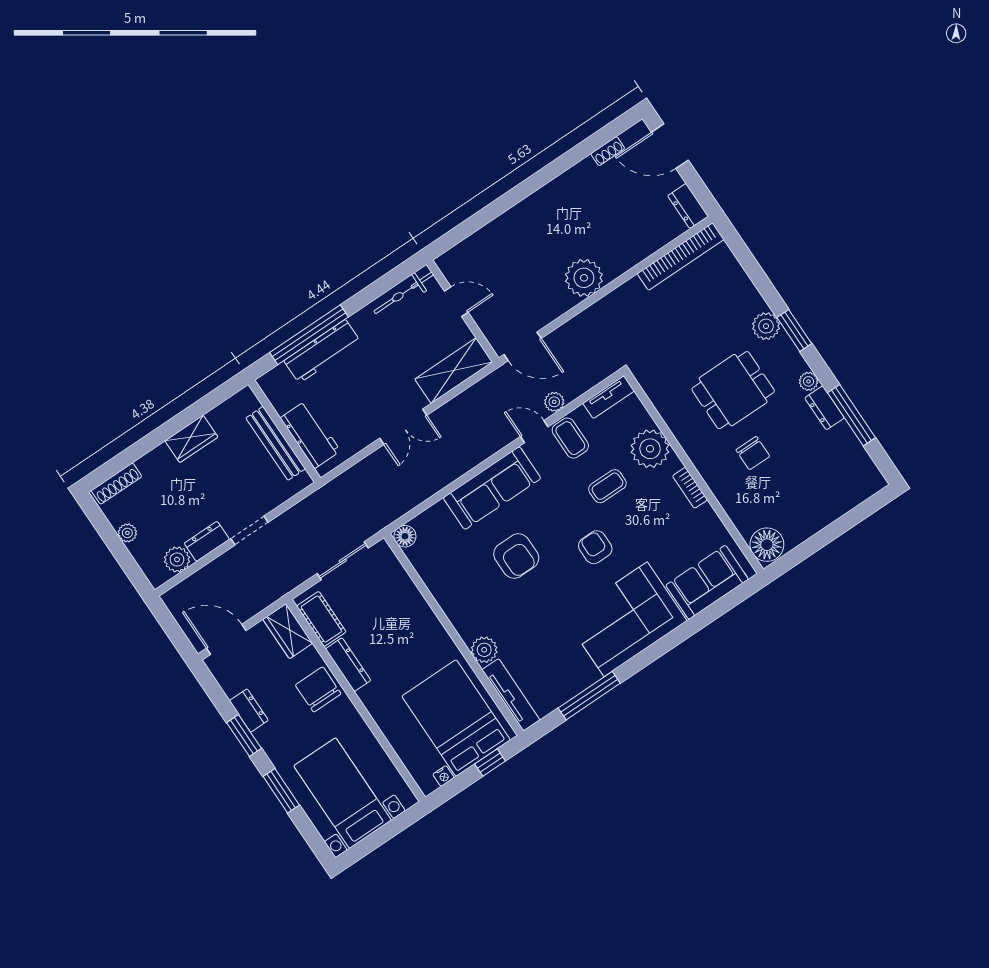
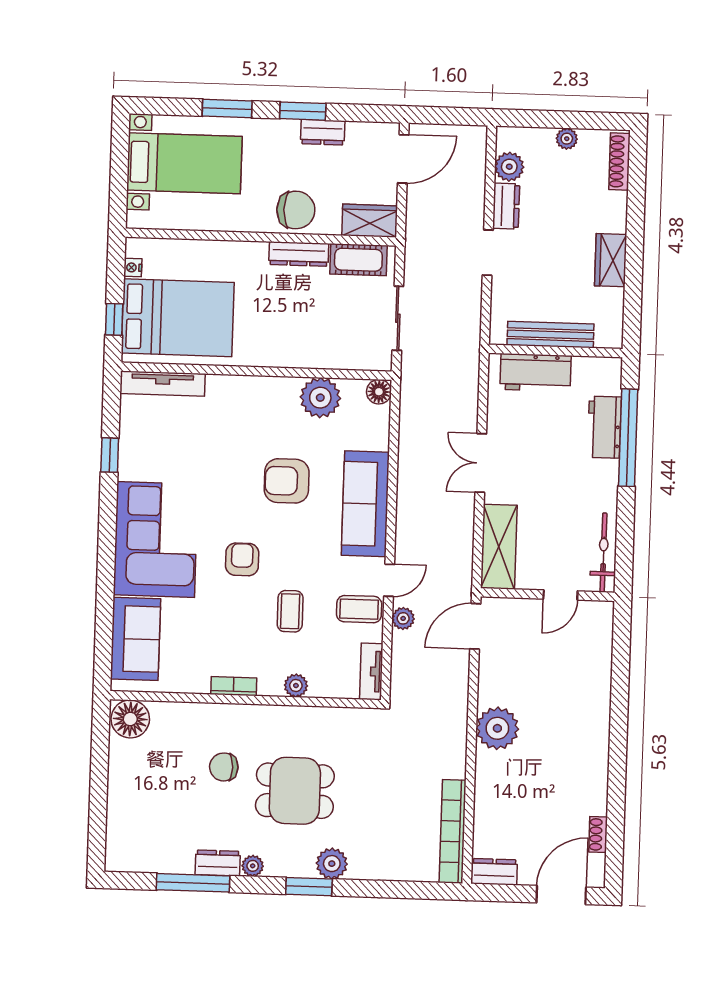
workbench: (322, 351) -> (604, 427), width x0.73
dining table: (733, 390) -> (295, 791), turned 90
plant: (650, 449) -> (296, 685), width x0.53, depth x0.53
armchair: (595, 547) -> (242, 559), turned -90
plant: (484, 650) -> (320, 398), moved, width x1.36, depth x1.36
window: (589, 696) -> (110, 455), width x0.46

